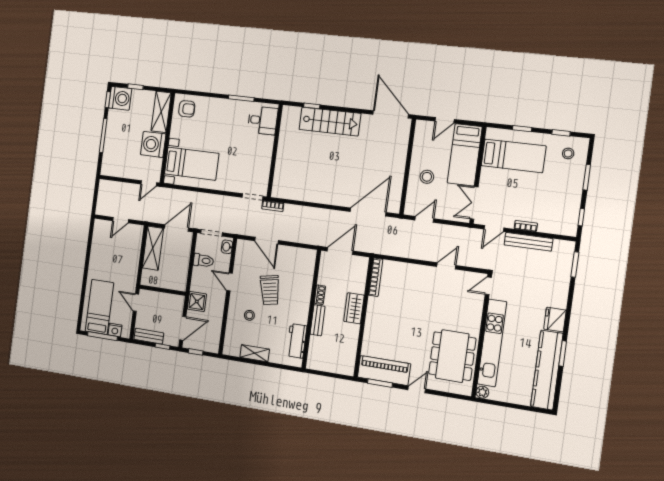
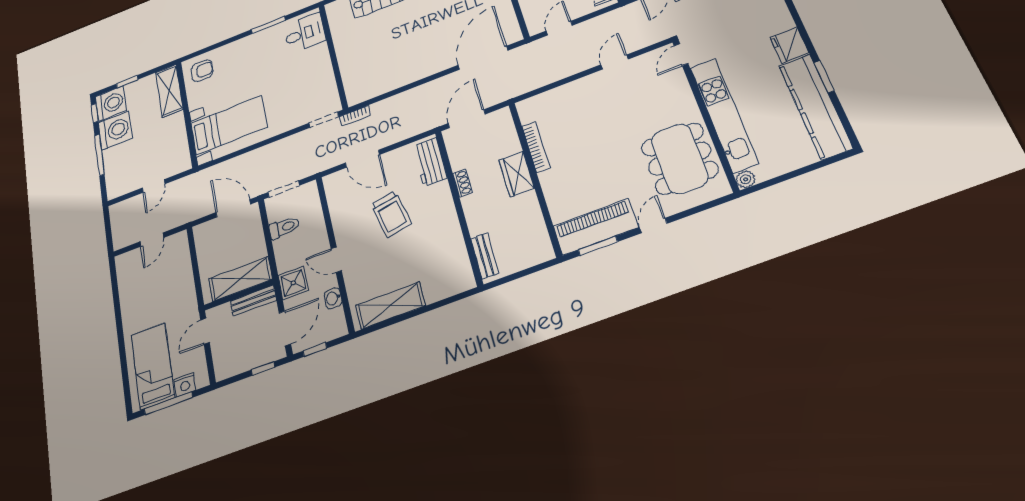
washing machine: (153, 144) -> (115, 130), moved, turned 180
door: (149, 183) -> (154, 186), moved
door: (177, 228) -> (233, 208), hinge flipped
washbasin: (227, 247) -> (333, 298), moved
shelving: (153, 248) -> (240, 279), moved, turned 90
bookcase: (376, 277) -> (536, 147), moved
door: (230, 282) -> (336, 260), moved
door: (136, 303) -> (205, 331), hinge flipped
stool: (249, 315) -> (375, 260), removed
bench: (318, 320) -> (485, 256), moved
bench: (149, 336) -> (253, 301), moved
workbench: (297, 341) -> (430, 162), moved
shelving: (255, 353) -> (390, 305), width x1.50, depth x1.33

